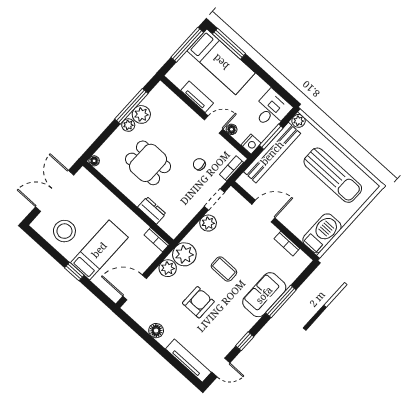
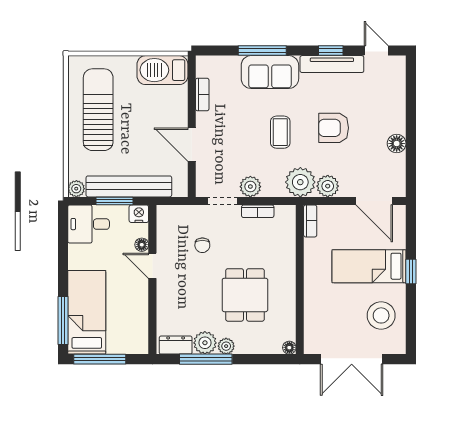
tv unit: (197, 97) -> (140, 305), removed
bookcase: (231, 168) -> (258, 211), moved
dresser: (152, 210) -> (176, 345), moved, turned 90
tv unit: (188, 361) -> (332, 64), moved, turned -90

